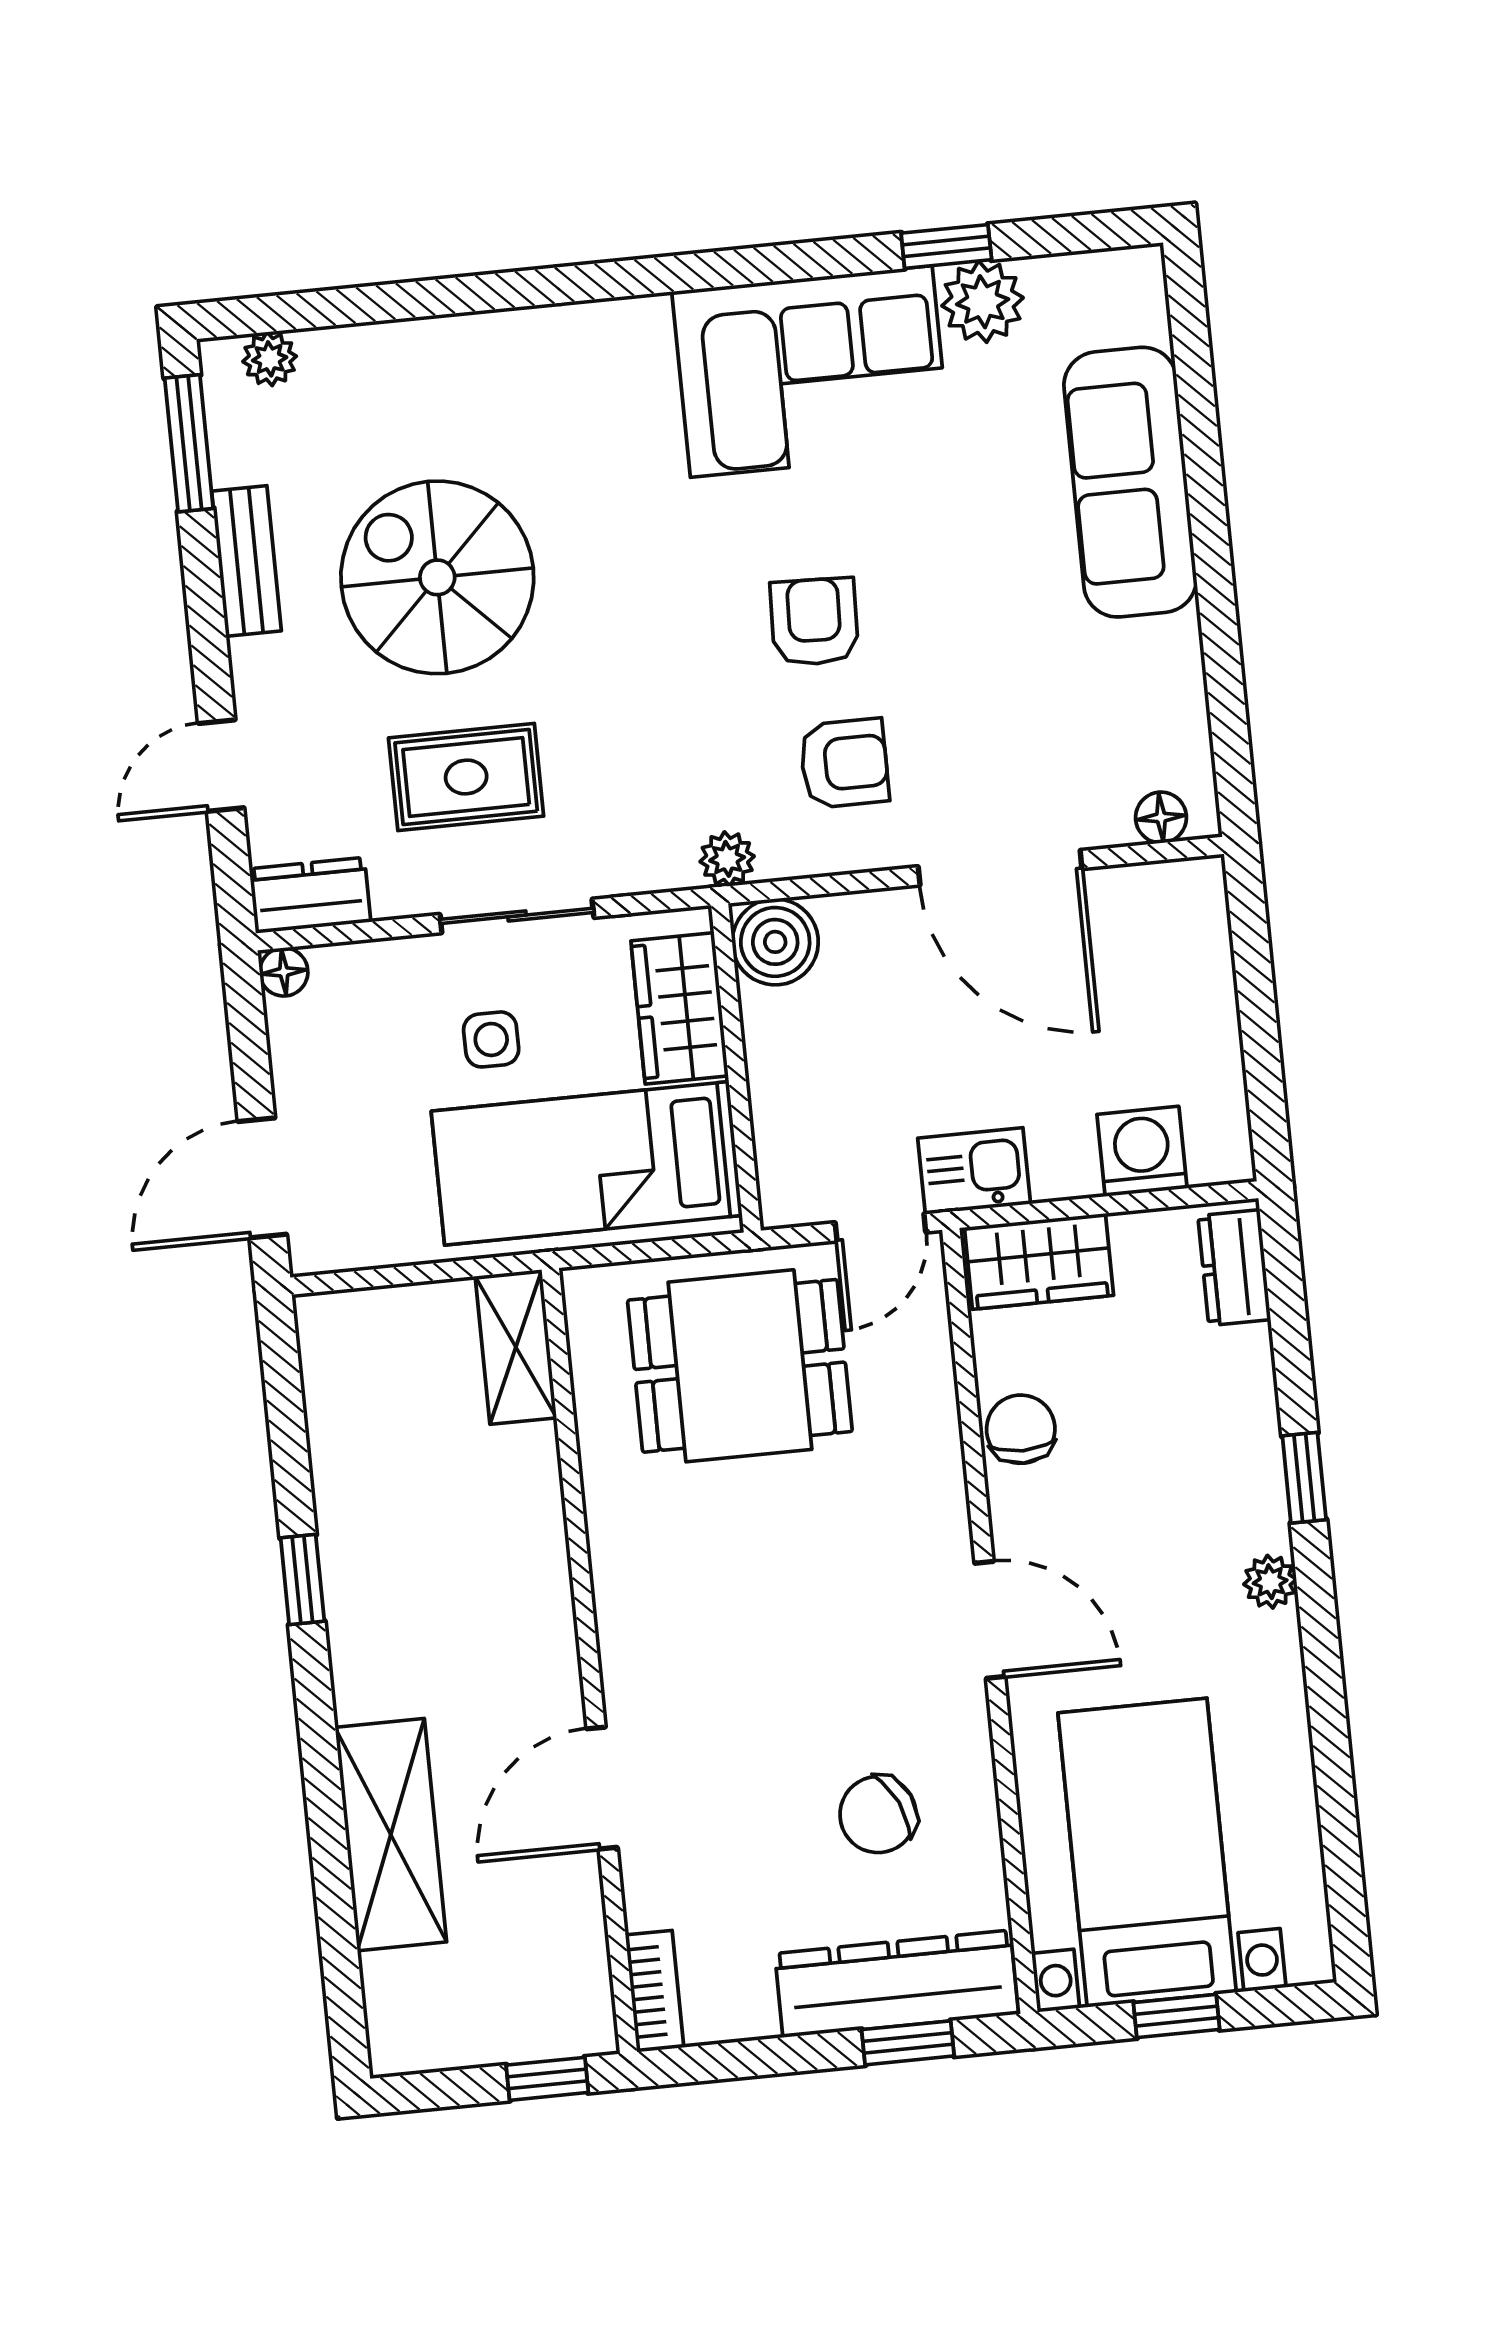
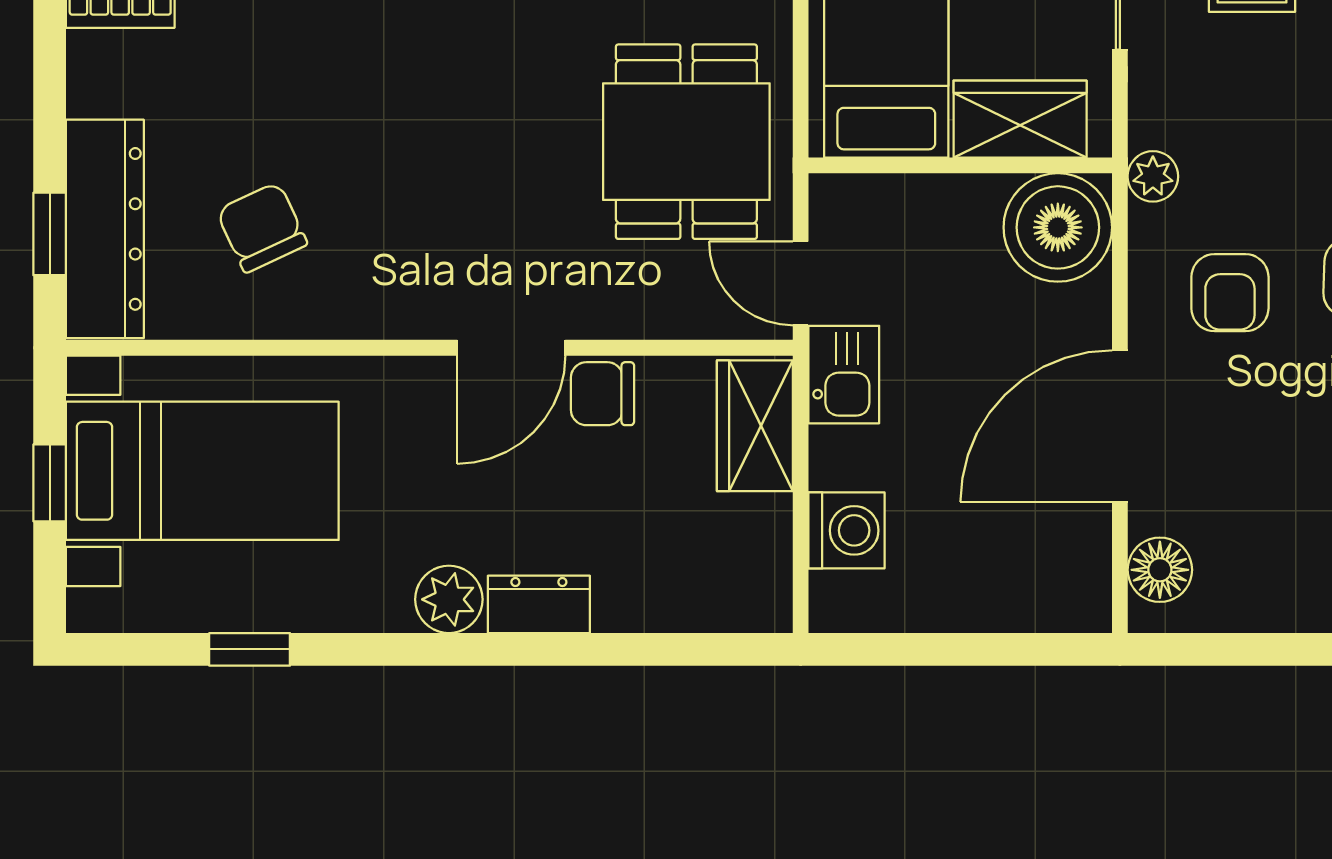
floor lamp: (1161, 818) -> (1160, 570), width x1.37, depth x1.37
boiler: (775, 942) -> (1058, 227), width x1.37, depth x1.37
dresser: (1234, 1268) -> (539, 604), moved
chair: (1021, 1429) -> (603, 394), turned 180
window: (1304, 1478) -> (250, 649), moved
plant: (1270, 1582) -> (449, 599), width x1.38, depth x1.38
door: (990, 1620) -> (511, 348), moved

